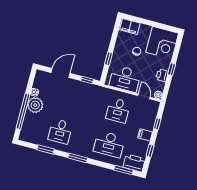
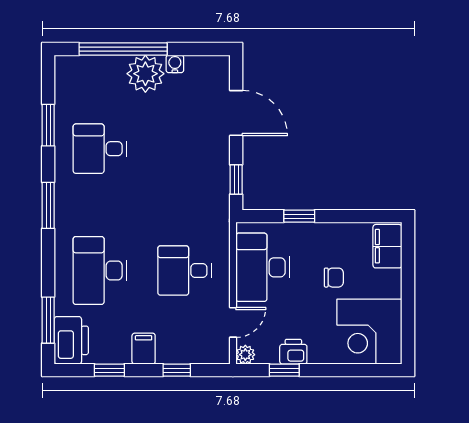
window: (172, 69) -> (284, 370), moved

